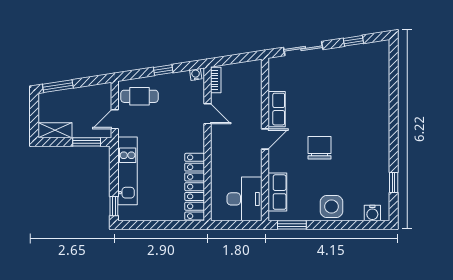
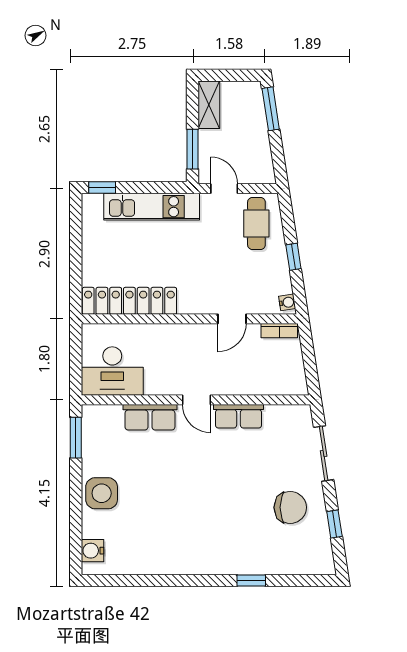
chair: (320, 148) -> (290, 507), moved
window: (394, 182) -> (251, 581), moved
row of seats: (277, 192) -> (150, 417), moved

